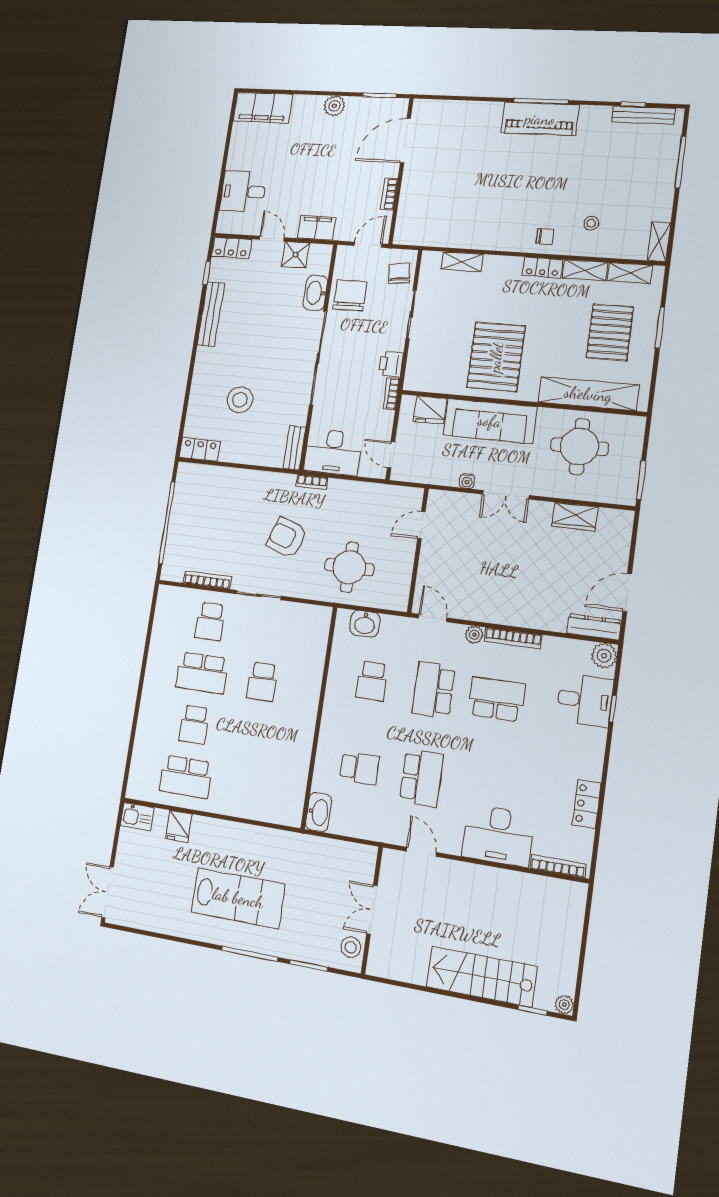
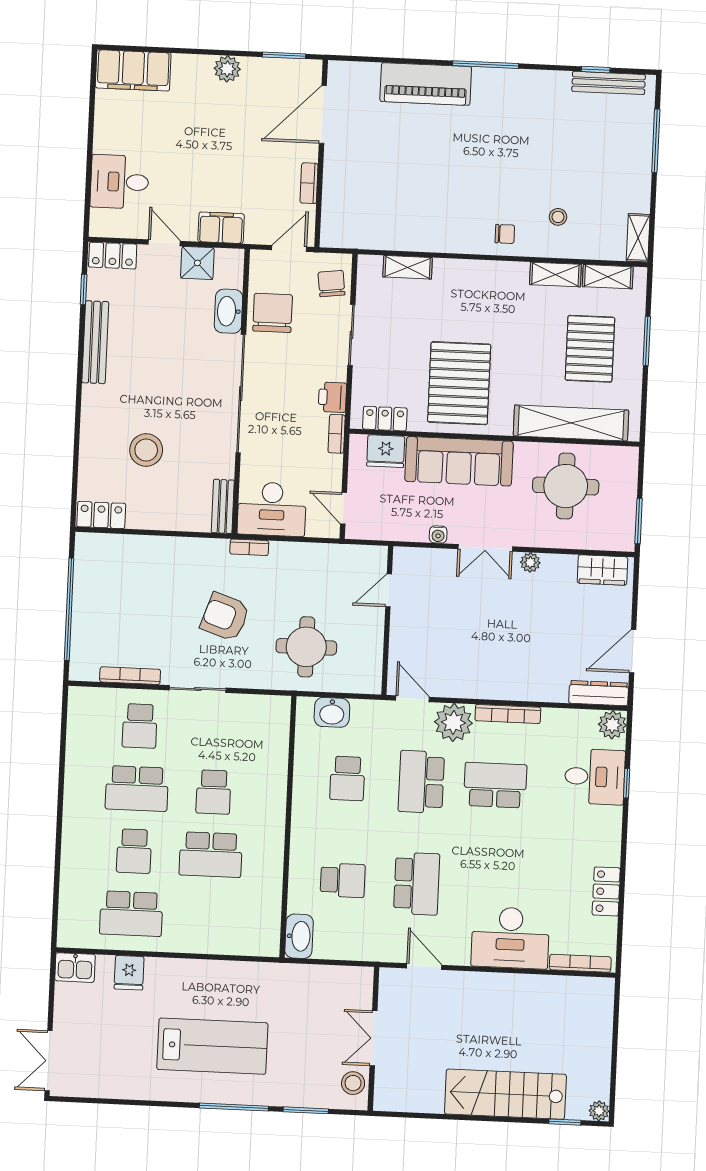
piano: (540, 119) -> (426, 84), moved
locker: (543, 268) -> (385, 419), moved, turned 180
plant: (543, 510) -> (530, 562), added
wardrobe: (575, 517) -> (602, 570), moved
plant: (474, 635) -> (453, 722), width x1.87, depth x1.87
school desk: (254, 734) -> (211, 855), added

